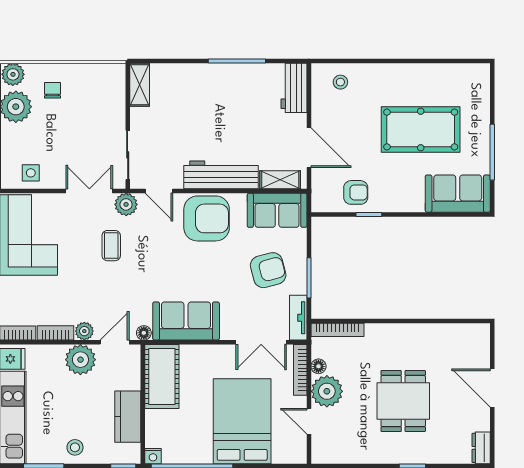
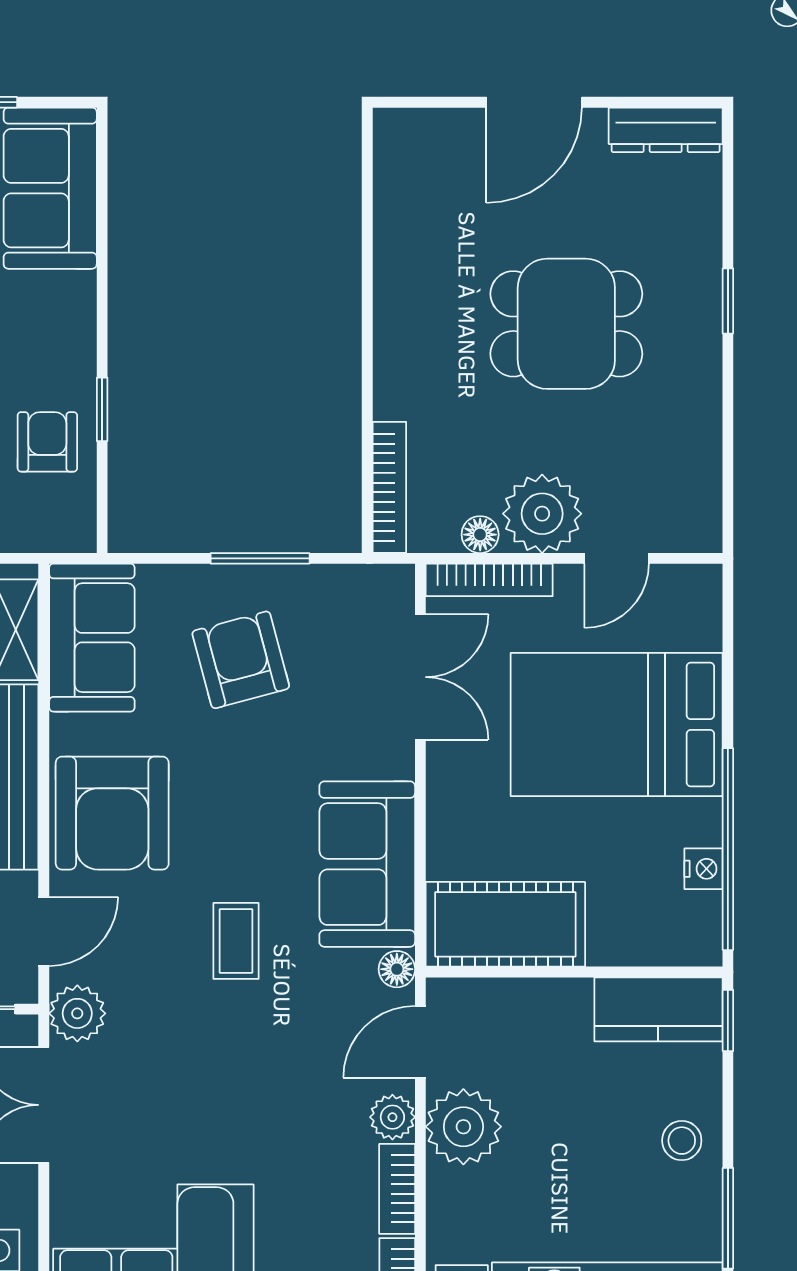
armchair: (207, 218) -> (112, 813), turned 180
coffee table: (111, 246) -> (236, 941), moved, turned 90
tv unit: (298, 318) -> (359, 585), removed
door: (115, 342) -> (420, 1042), hinge flipped
kitchen counter: (128, 417) -> (658, 1009), moved
dresser: (481, 448) -> (666, 130), width x1.44
nightstand: (153, 456) -> (703, 869), moved

